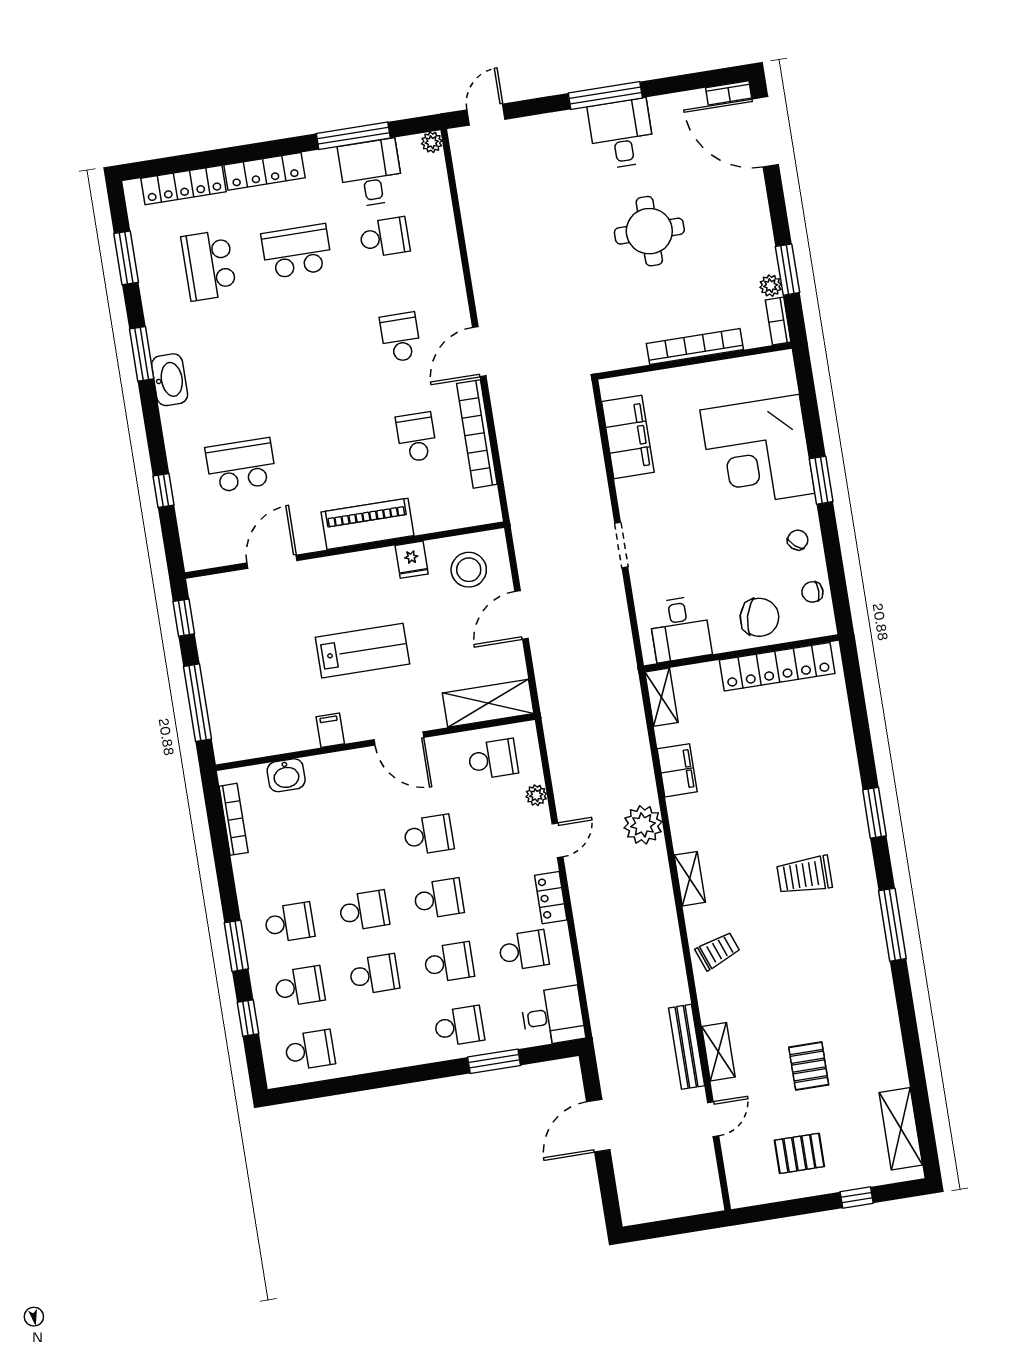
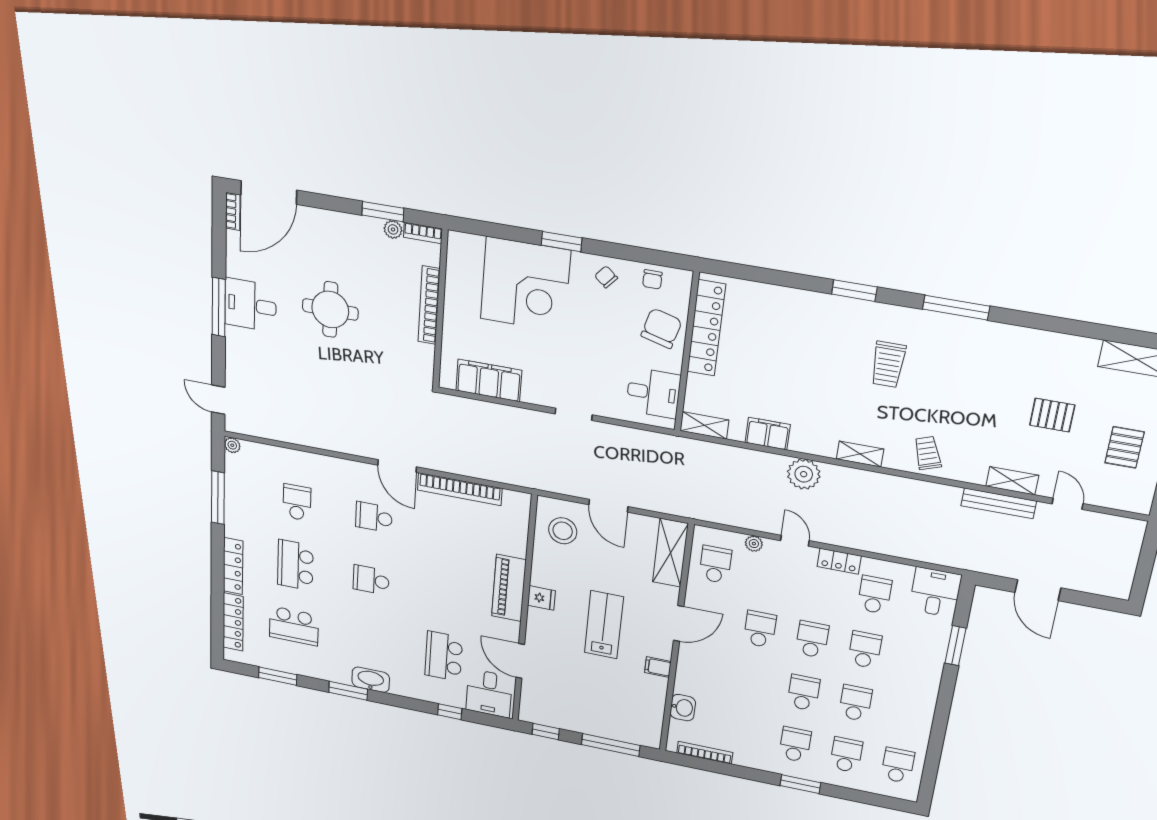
desk: (371, 173) -> (489, 693), moved, turned -90
school desk: (416, 437) -> (371, 580), moved
fridge: (412, 560) -> (541, 598), moved
window: (248, 1018) -> (858, 796), removed
school desk: (459, 1026) -> (918, 660), removed

